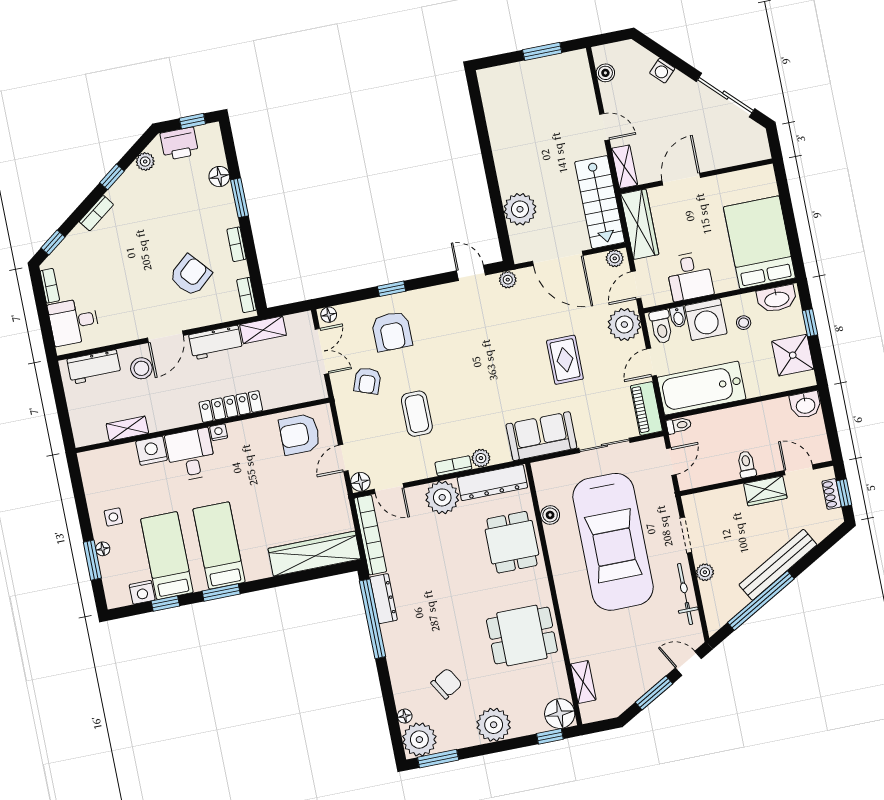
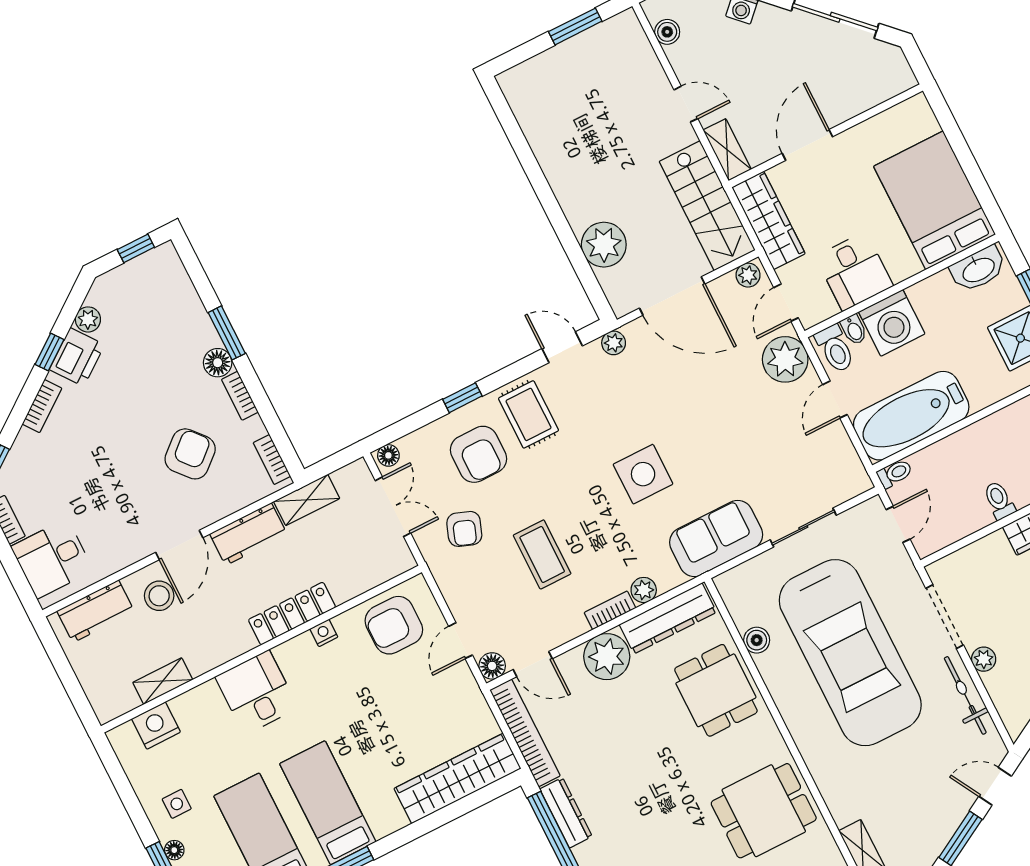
printer: (179, 144) -> (77, 357), moved, turned -37
floor lamp: (219, 177) -> (218, 363), moved
stool: (744, 323) -> (943, 313), removed
rug: (565, 360) -> (529, 414), moved
side table: (503, 377) -> (643, 474), added
piano: (646, 408) -> (845, 463), removed
nightstand: (219, 432) -> (324, 633), moved
nightstand: (152, 451) -> (156, 725), moved
doorway: (686, 535) -> (945, 617), width x1.38

